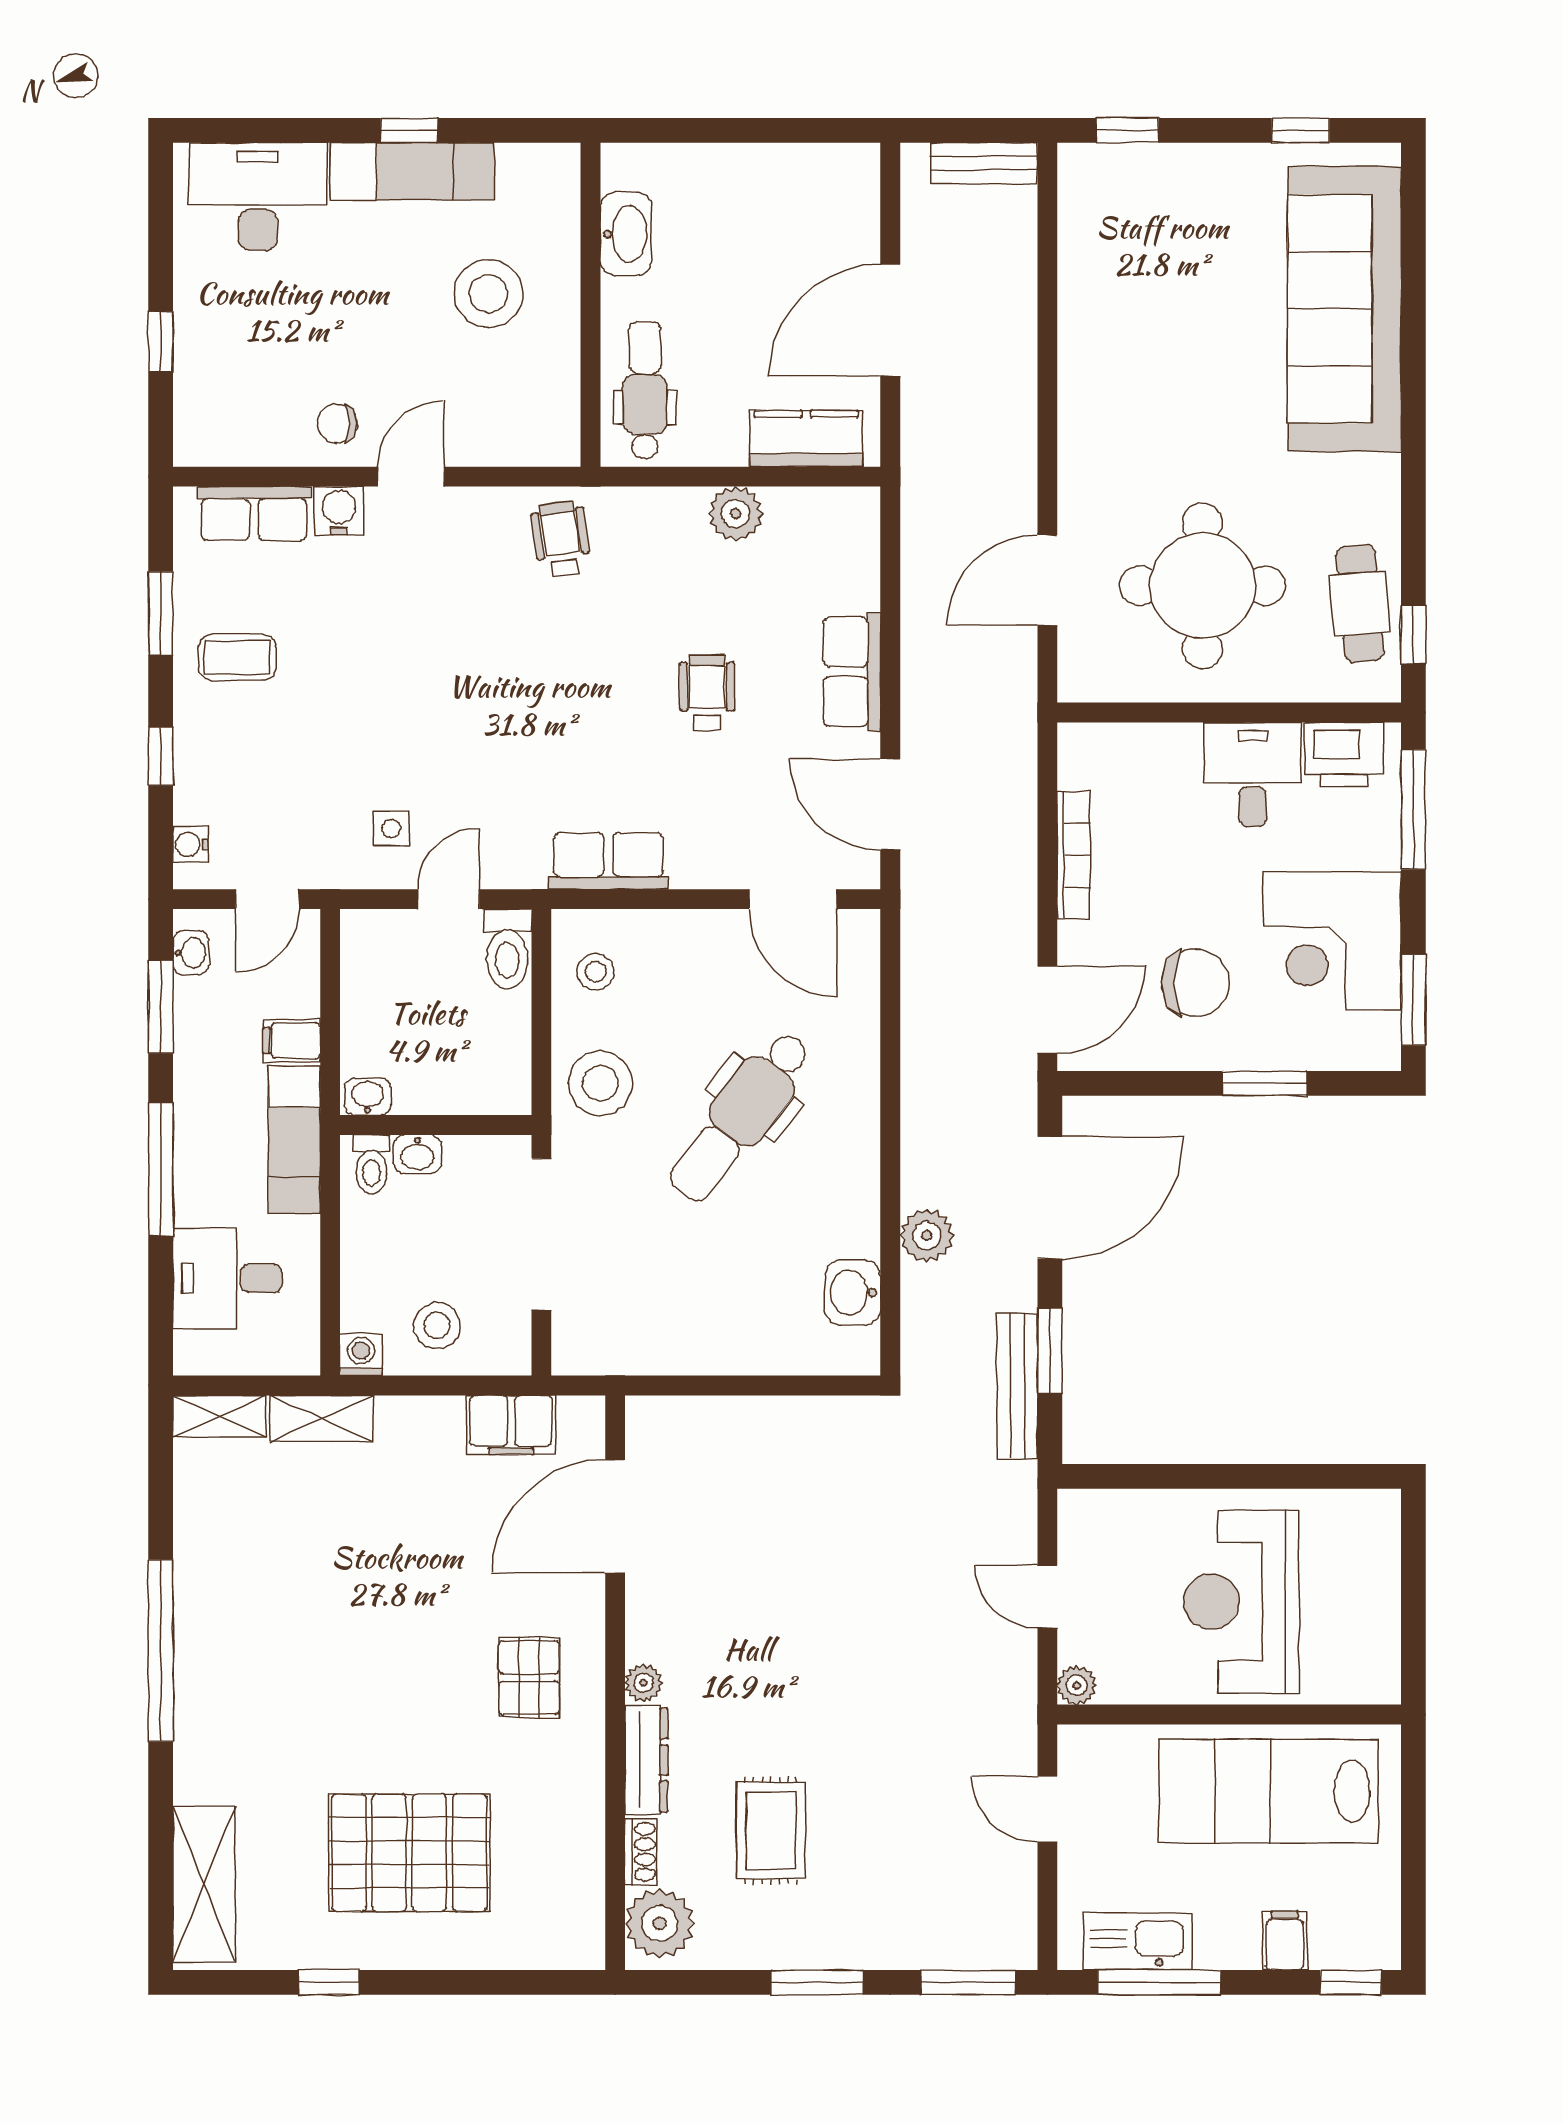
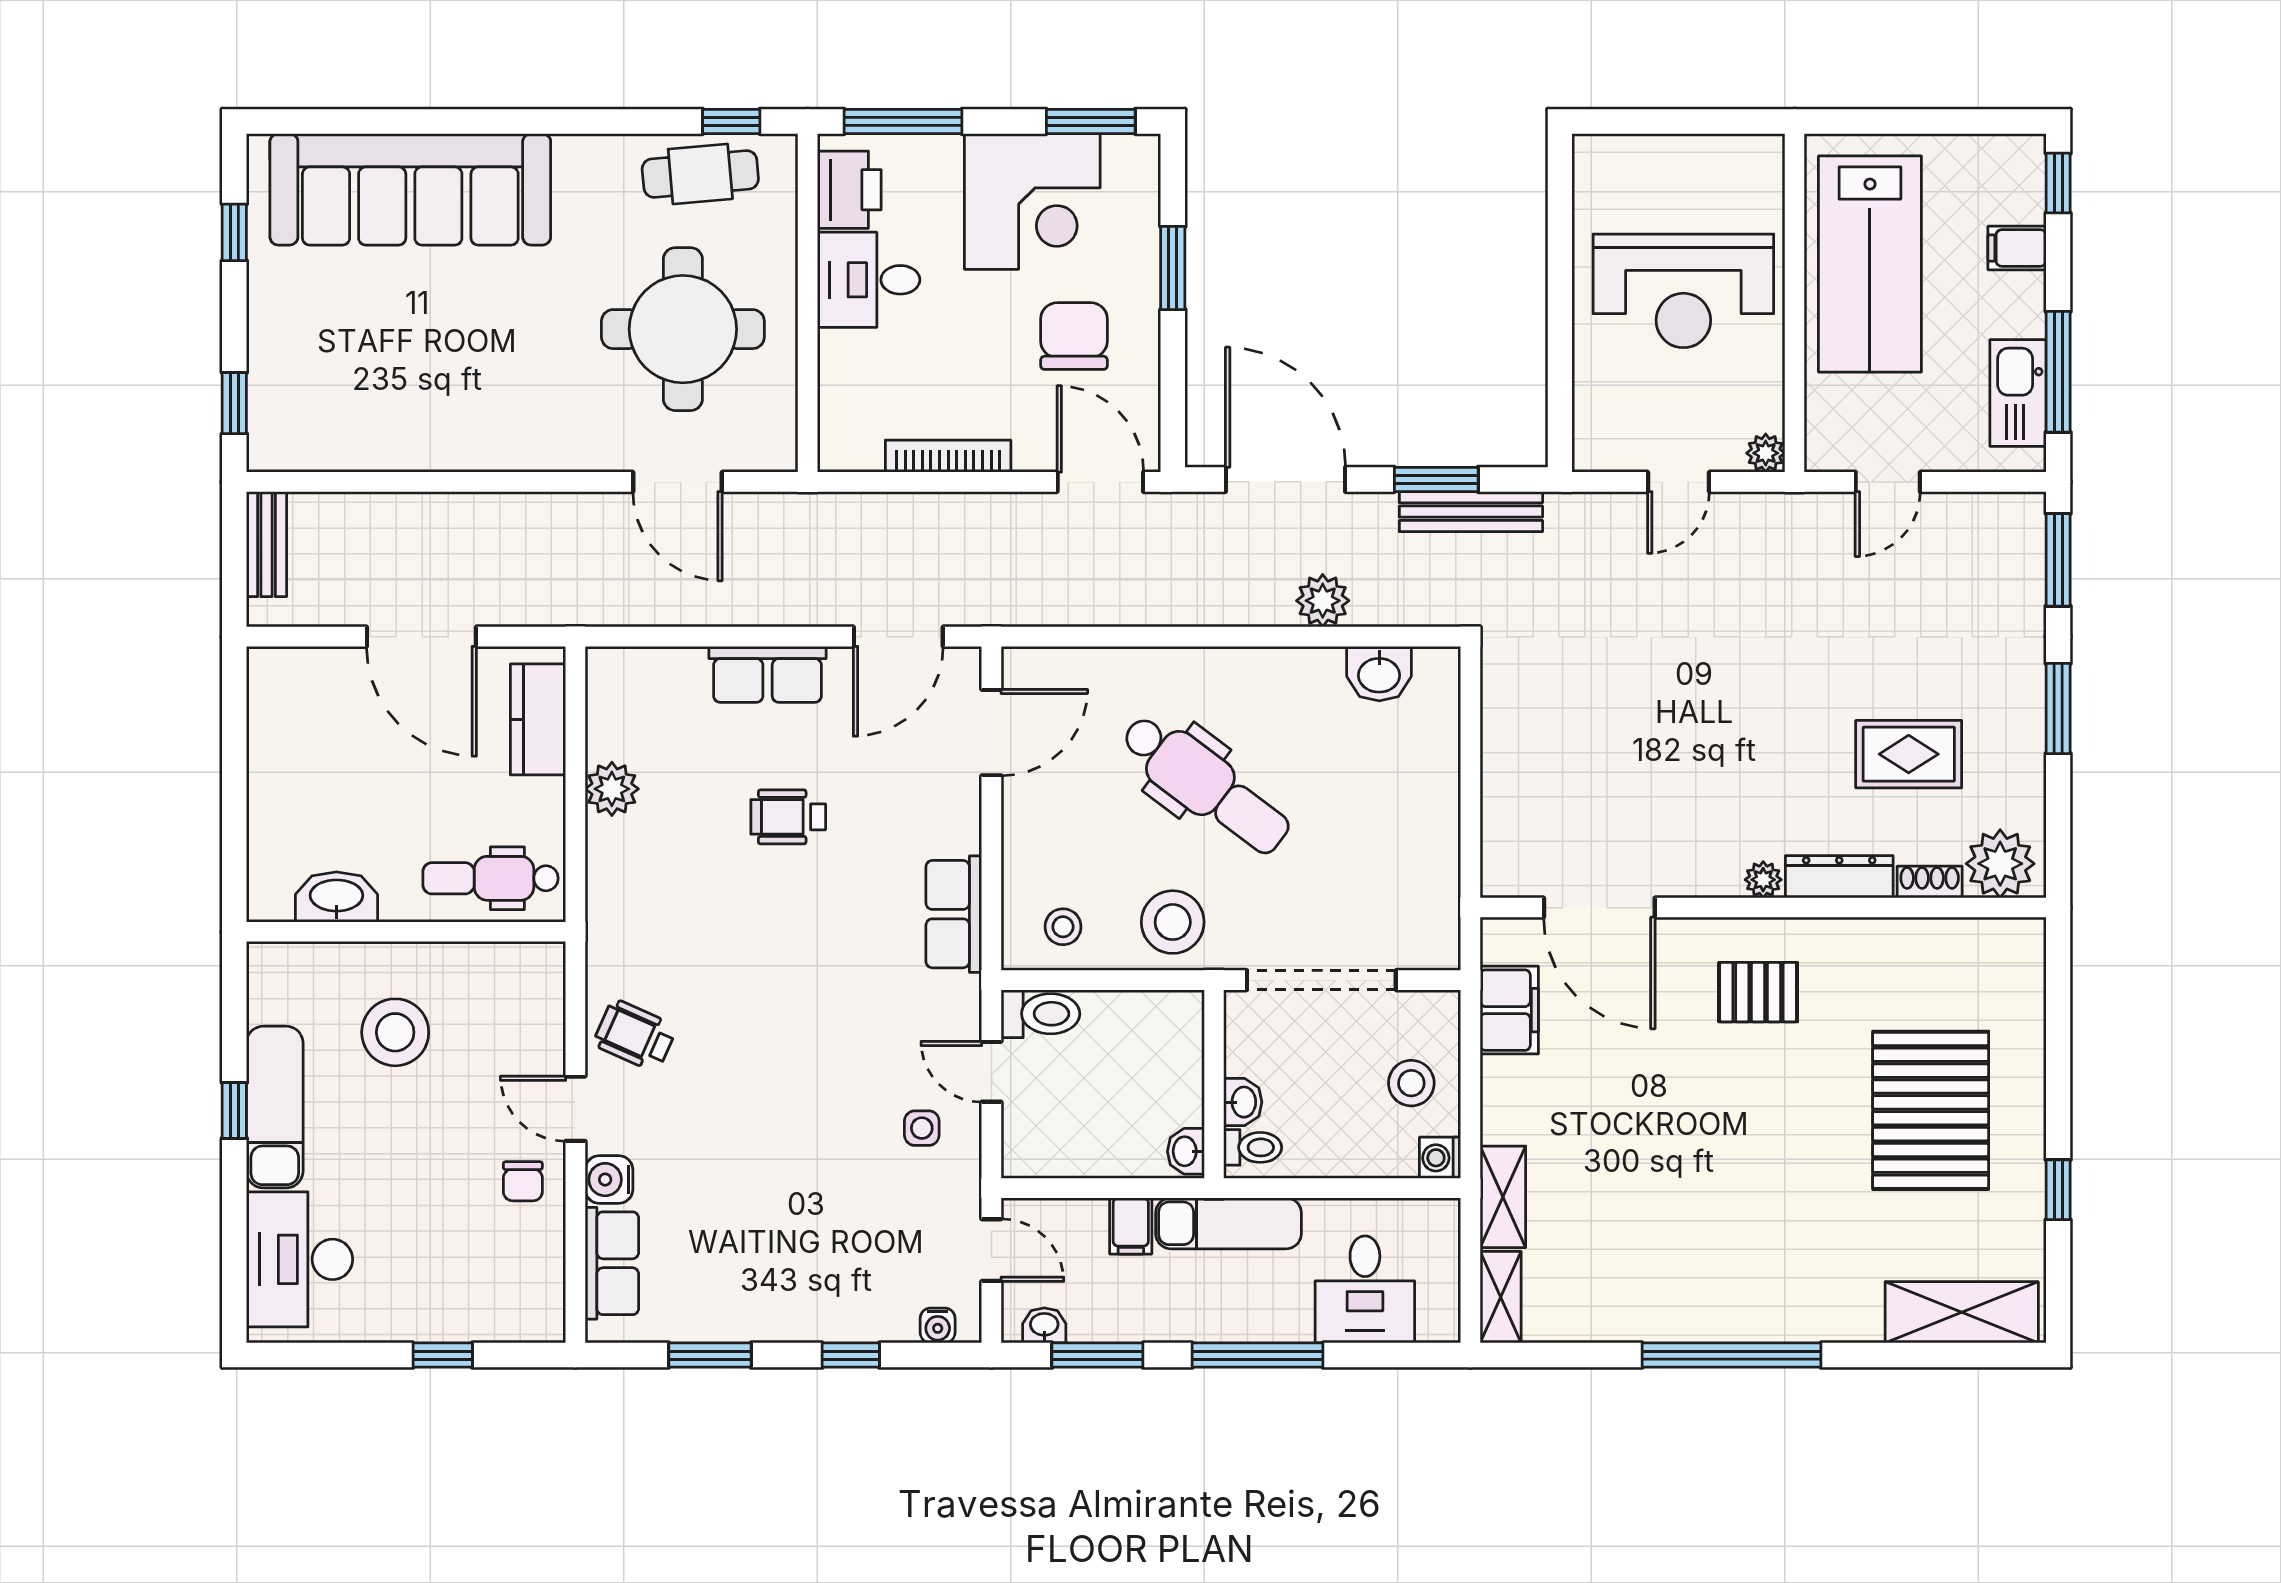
wheelchair: (561, 539) -> (635, 1035), moved, turned 32
coffee table: (237, 657) -> (753, 1280), removed

